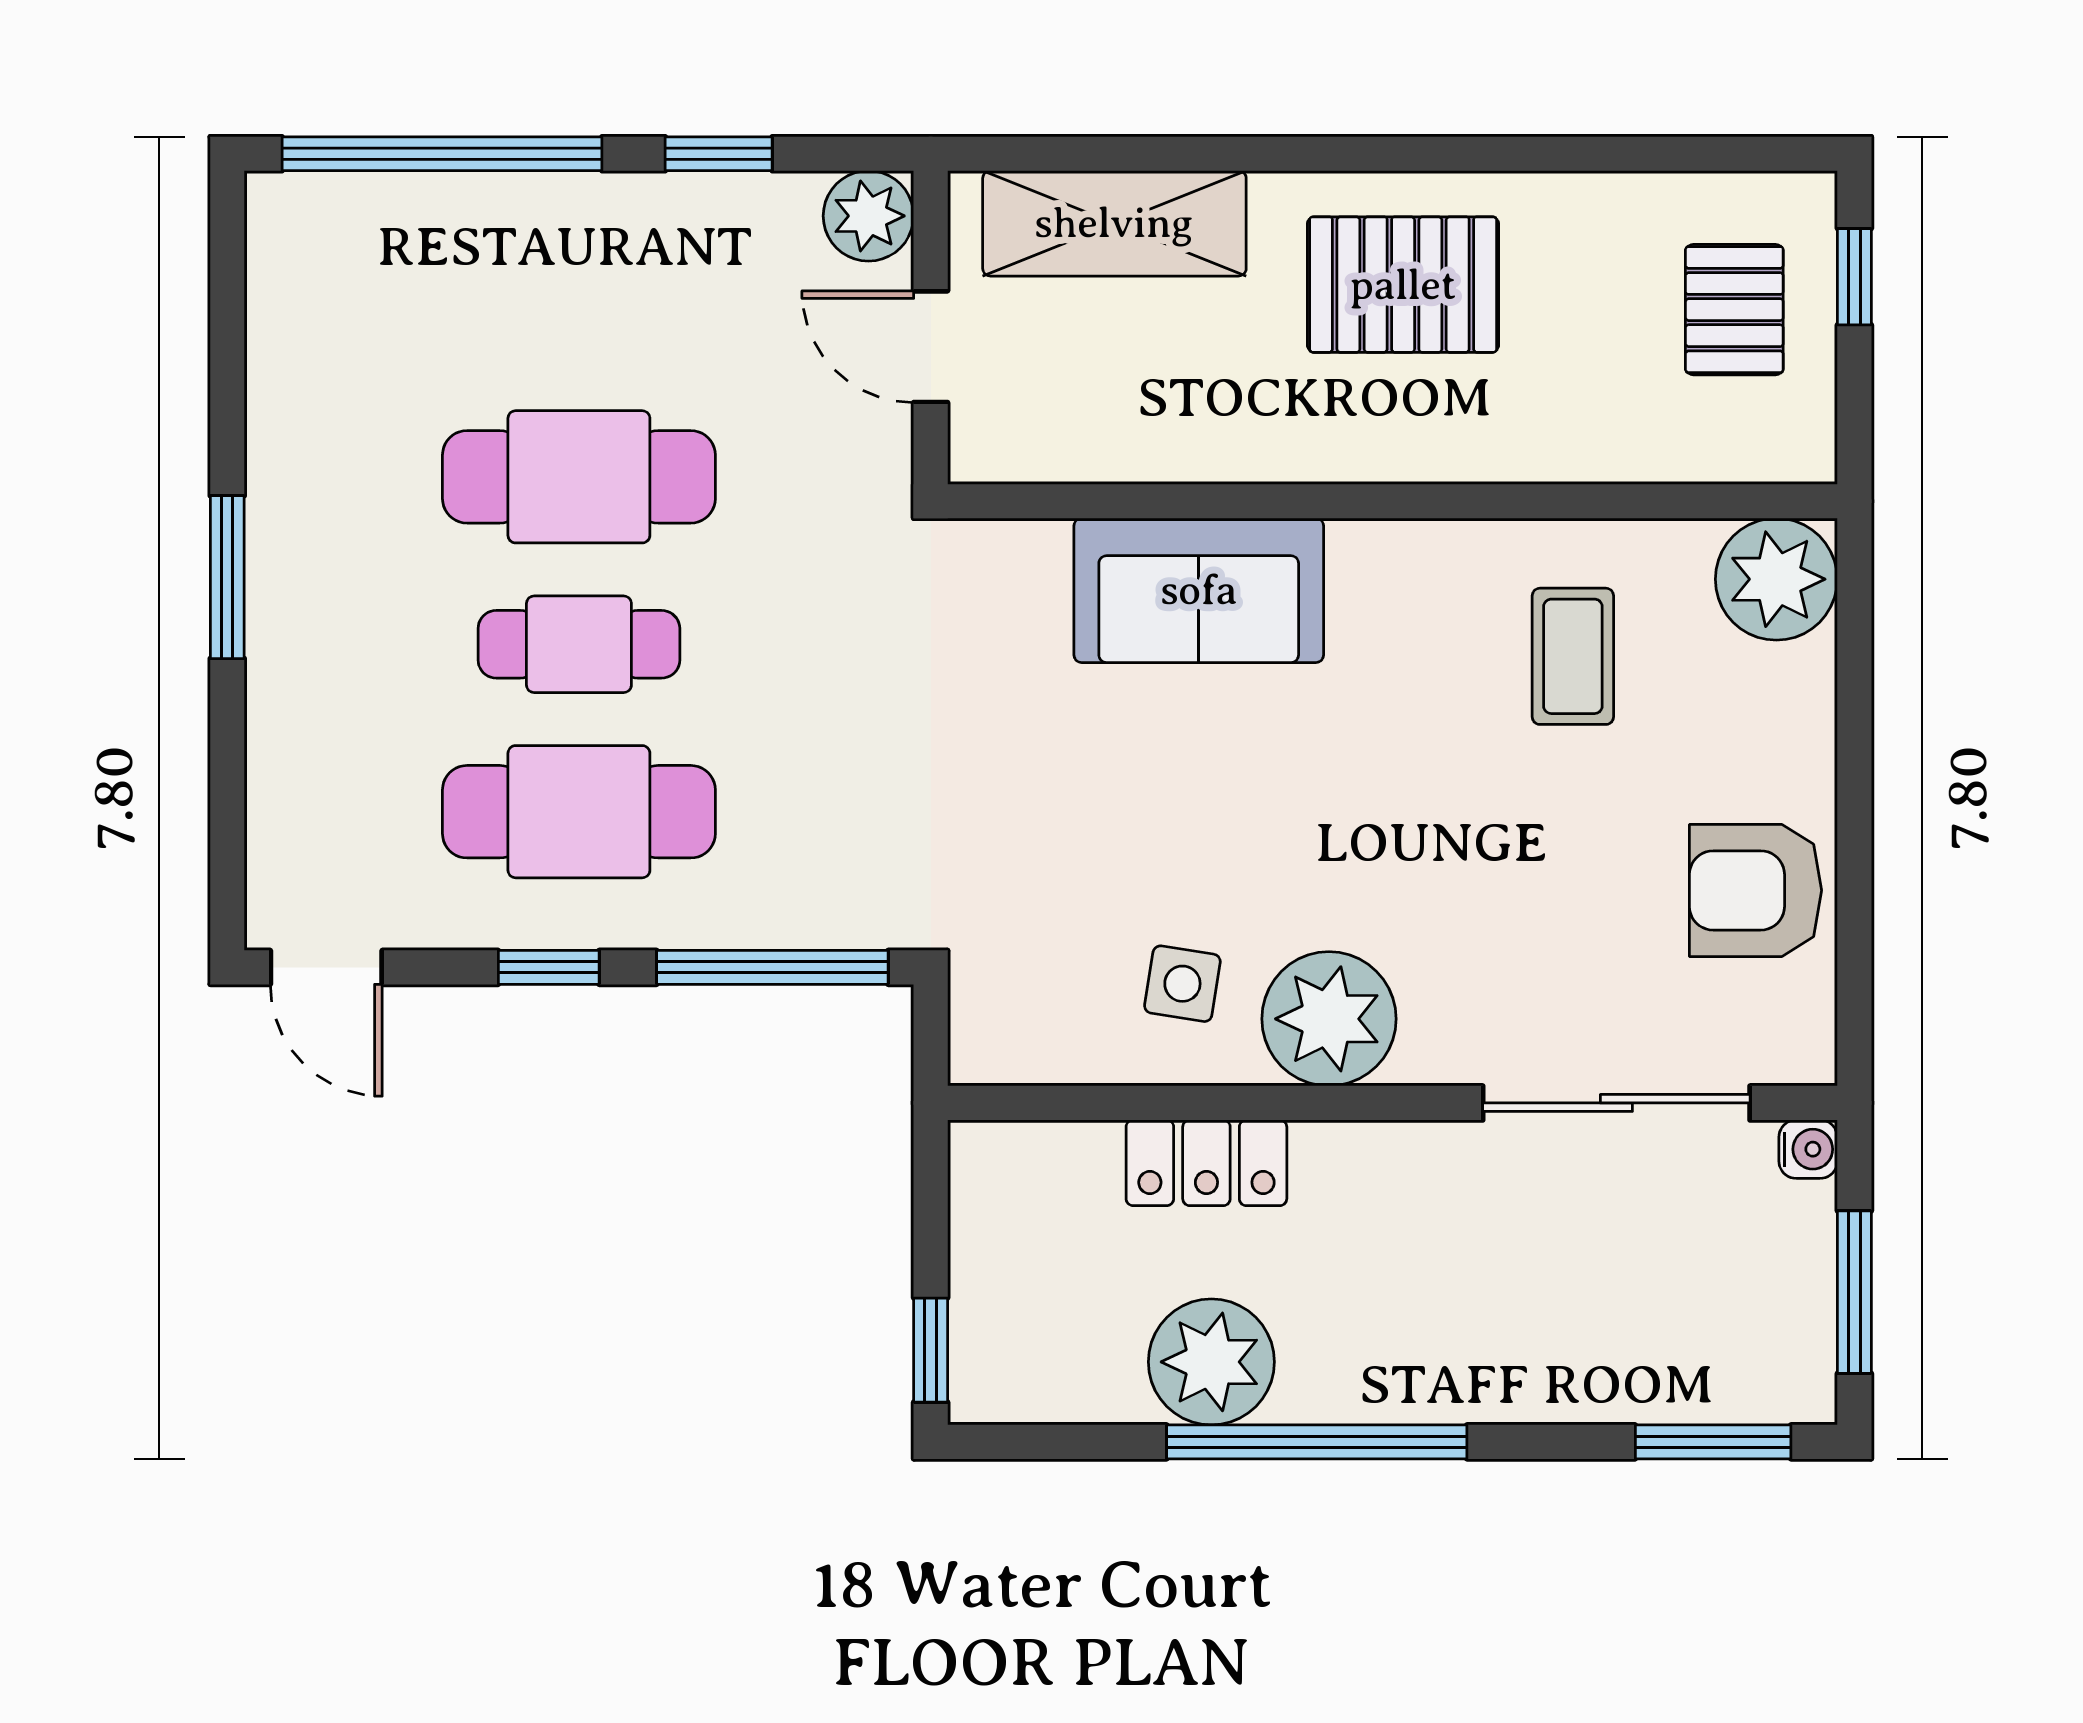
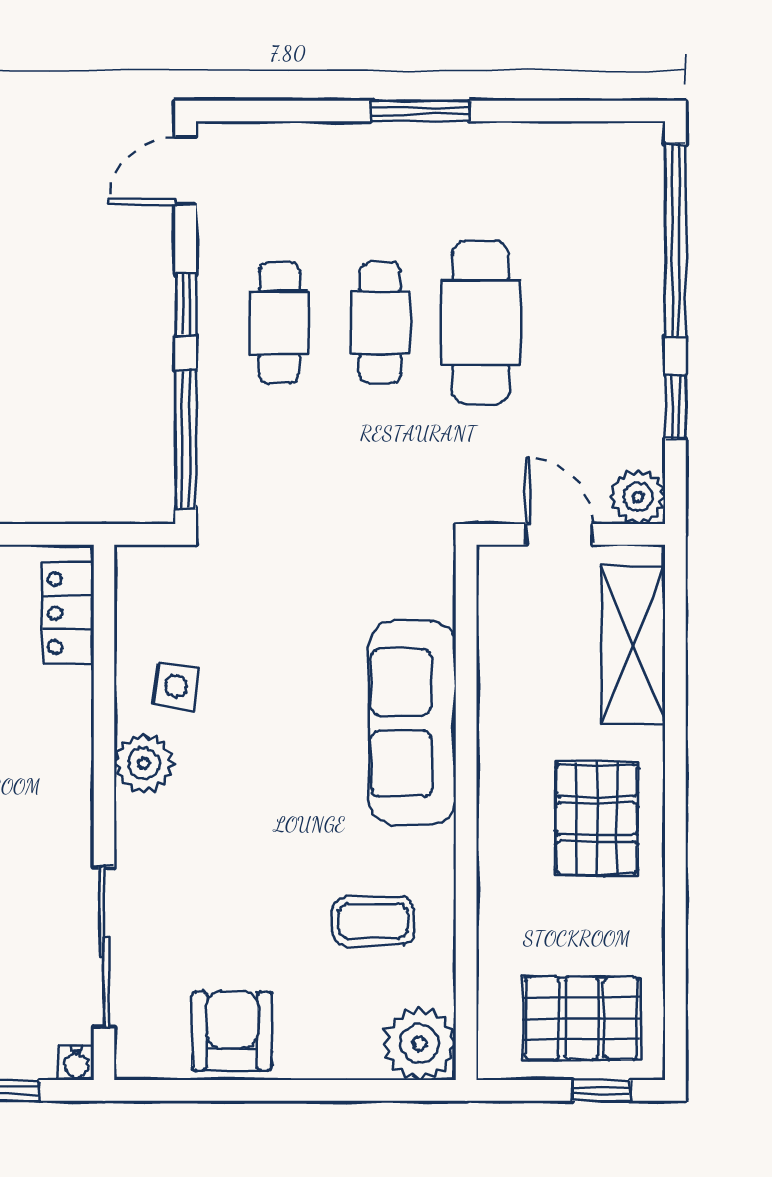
pallet: (1734, 310) -> (582, 1018), width x1.50, depth x1.42
door: (931, 347) -> (559, 534), hinge flipped
sofa: (1199, 590) -> (413, 723), width x1.36
cafe table: (579, 812) -> (279, 323), width x0.73, depth x0.74
plant: (1329, 1019) -> (144, 763), width x0.73, depth x0.73
locker: (1206, 1163) -> (68, 613), moved

